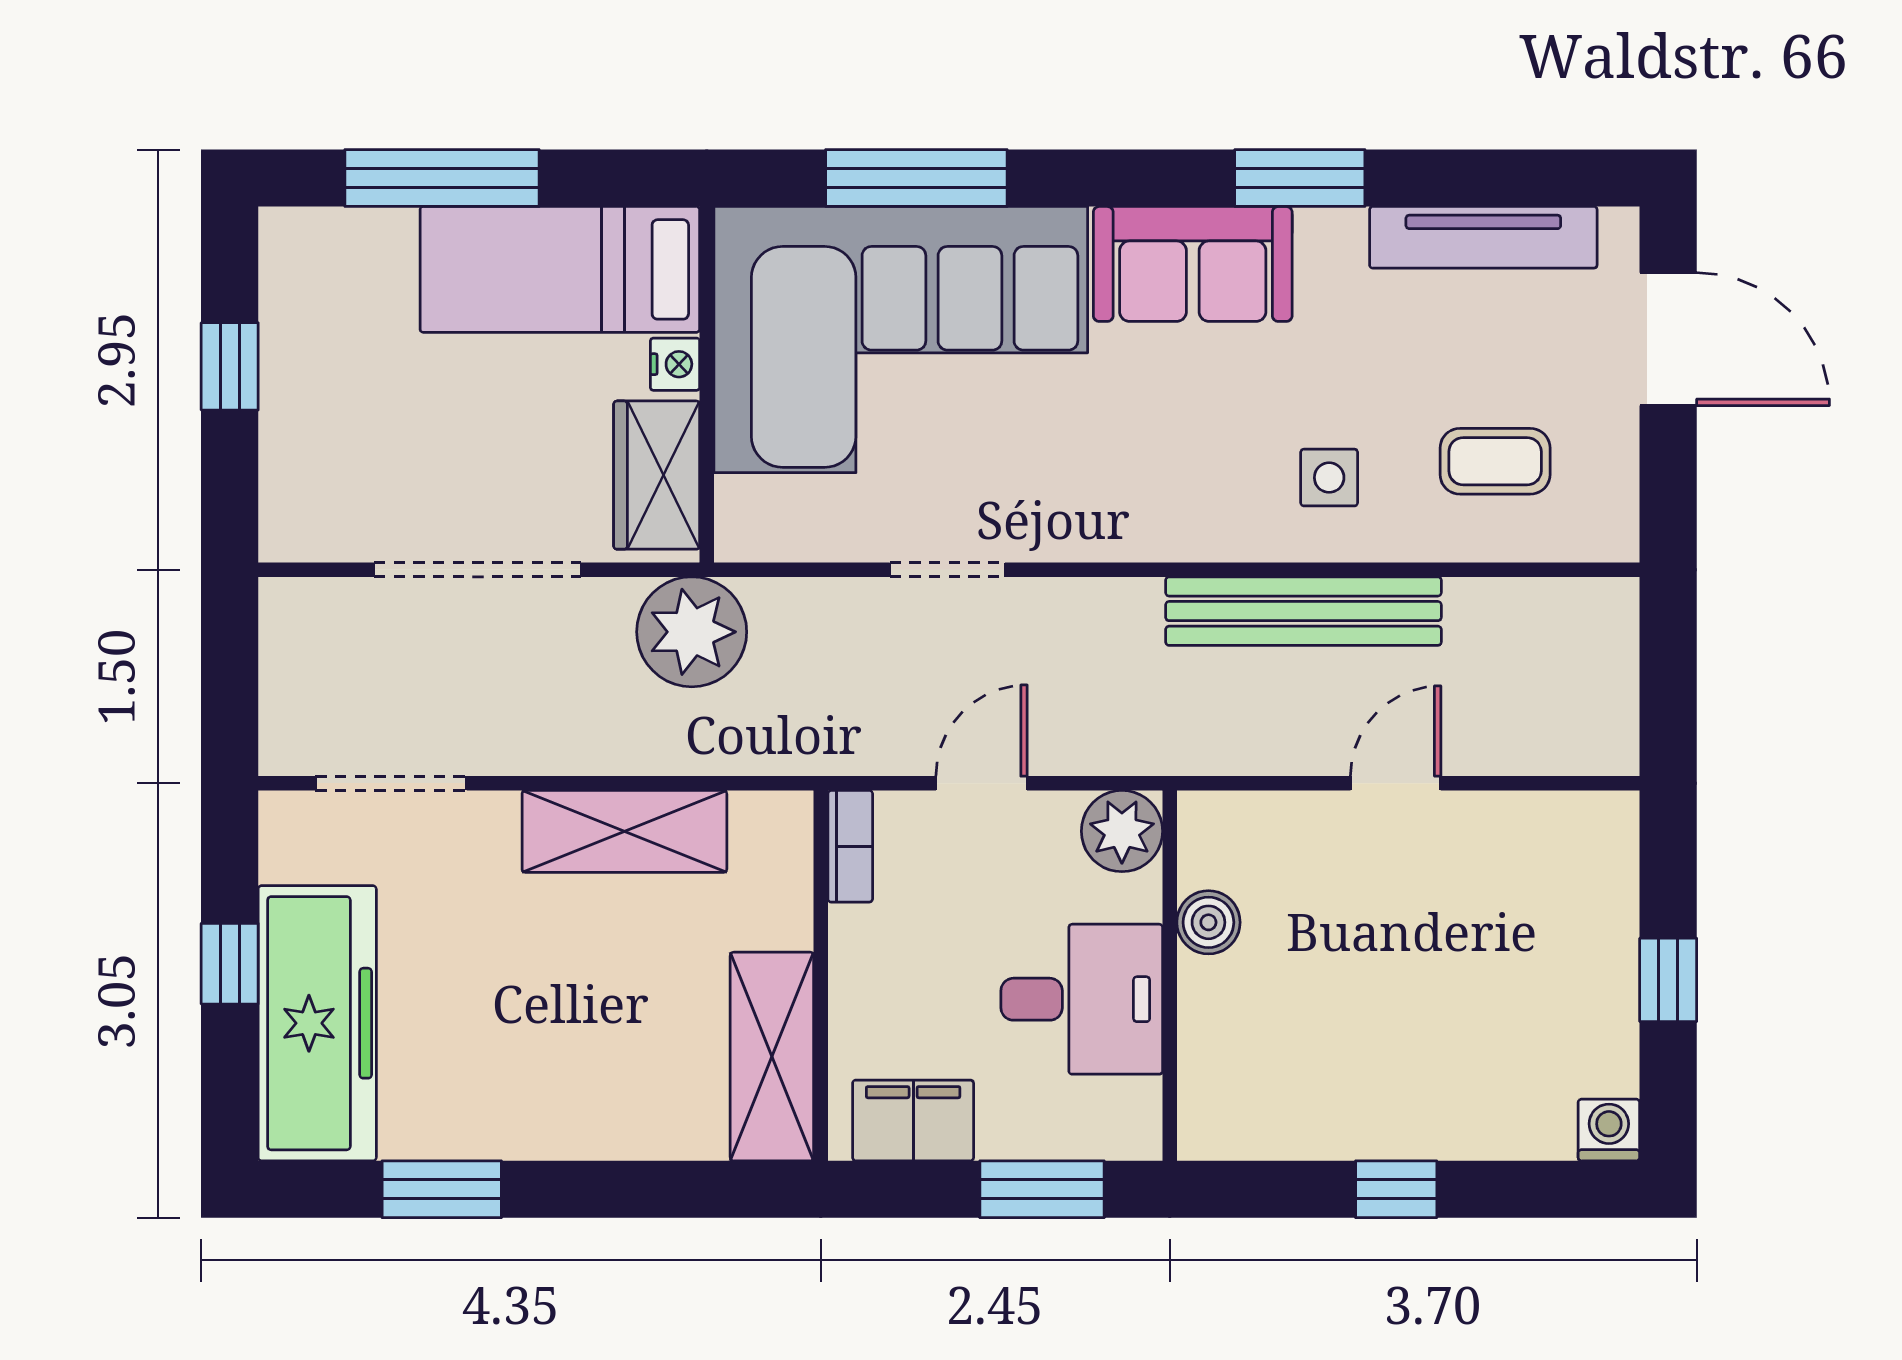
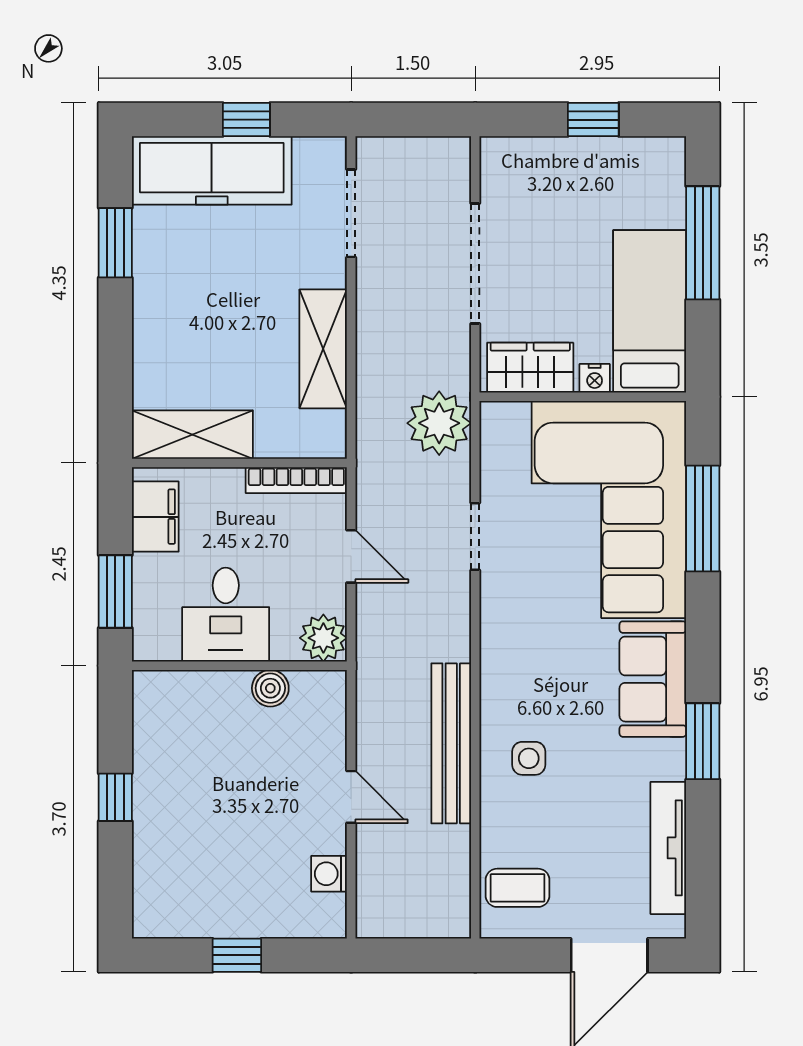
coffee table: (1495, 461) -> (518, 888), moved, turned 90
plant: (692, 632) -> (439, 423), moved
bookcase: (850, 846) -> (296, 480), width x1.56
washing machine: (1609, 1130) -> (329, 874), moved, turned 180

